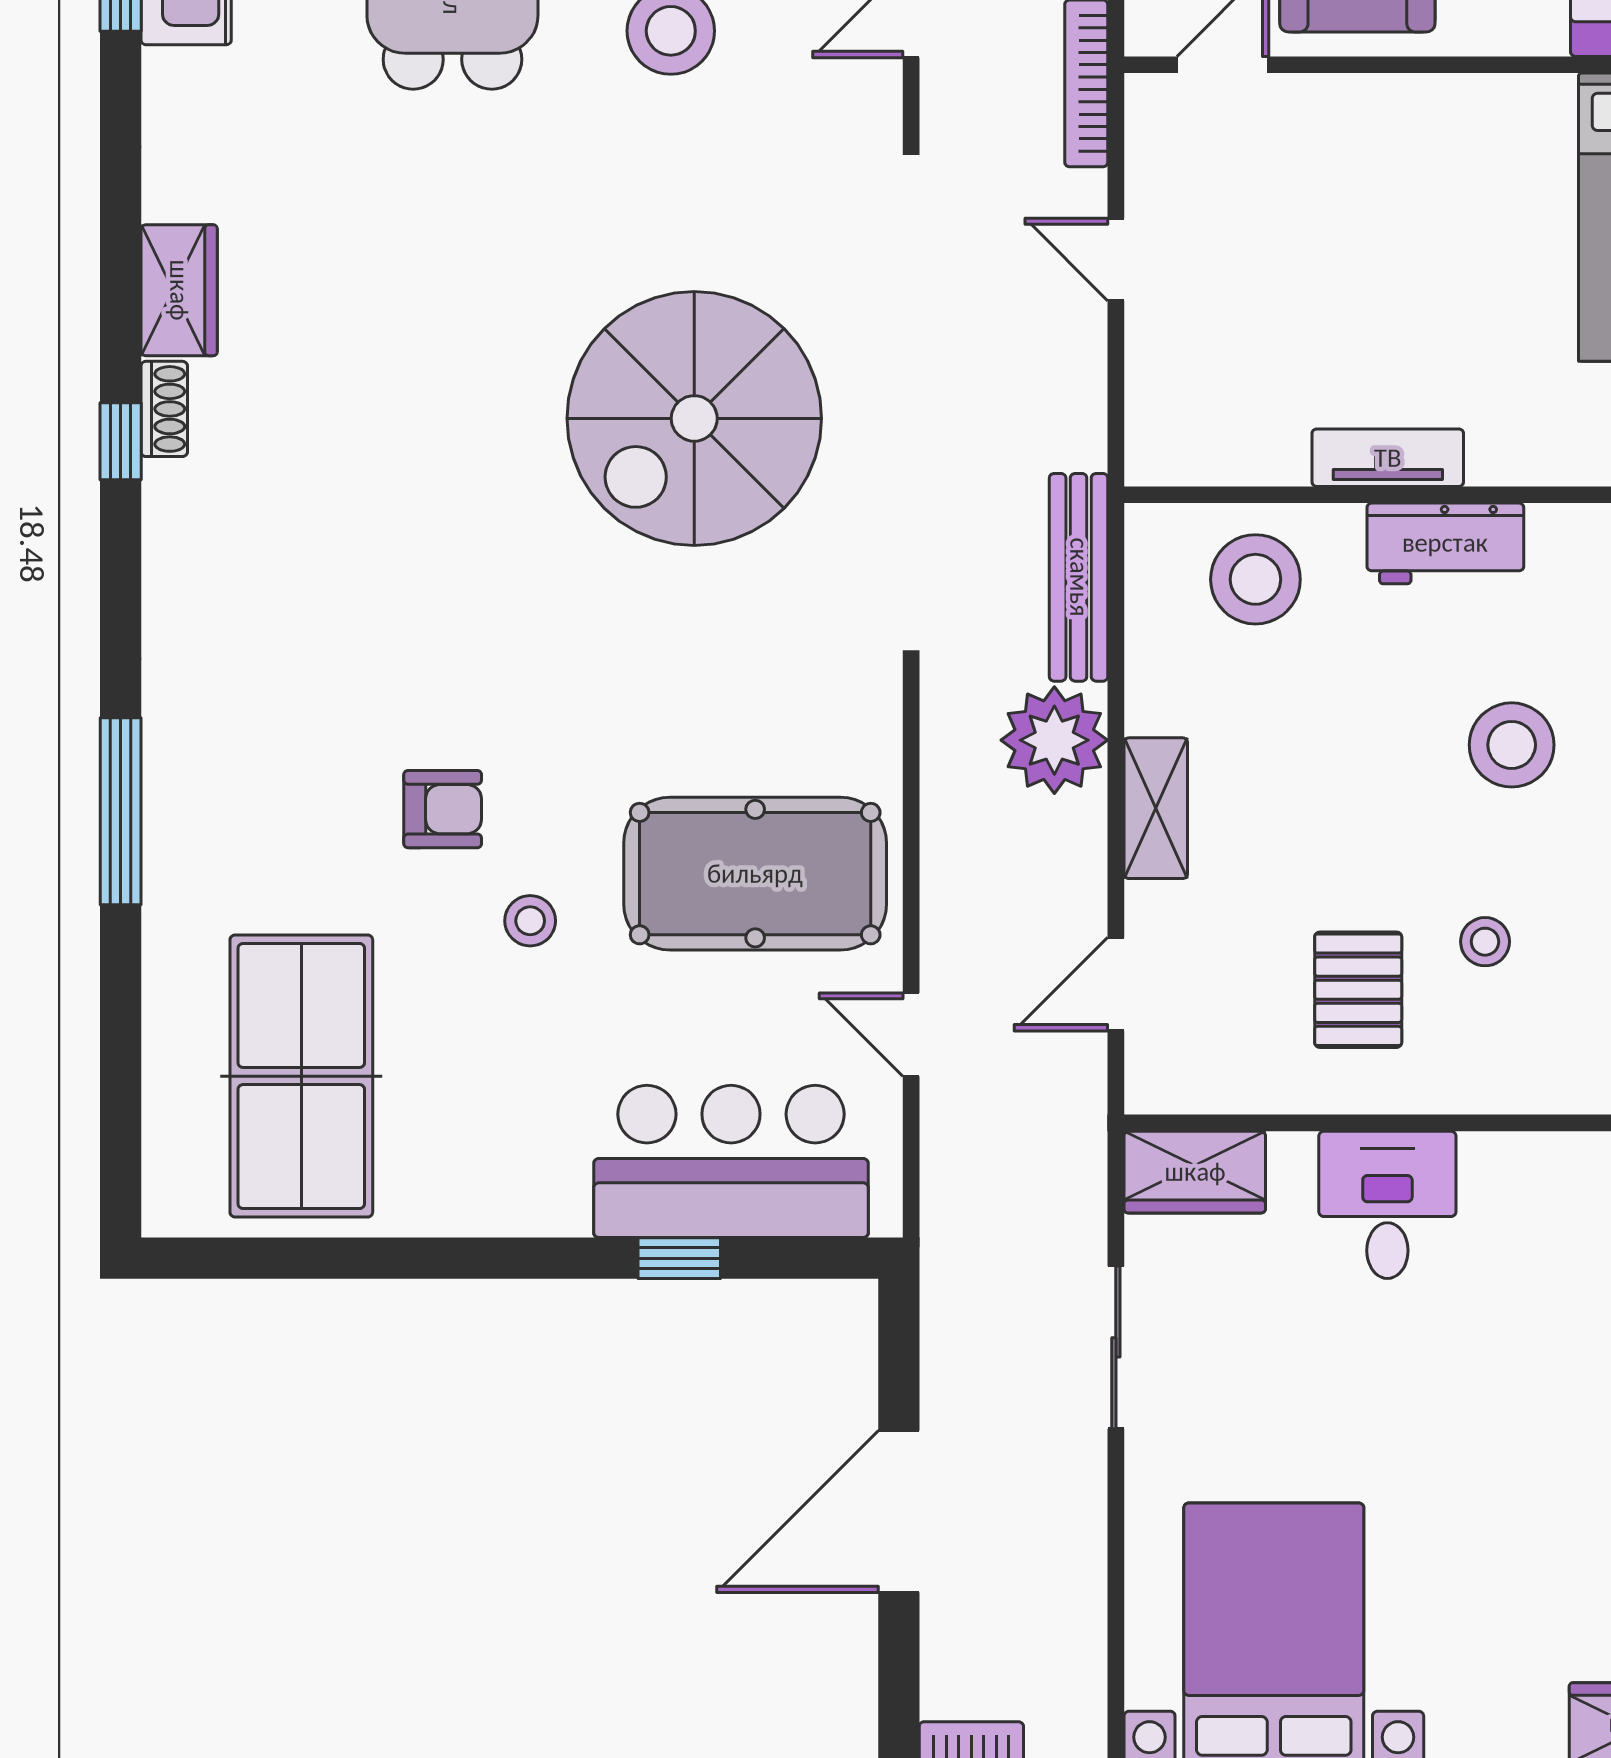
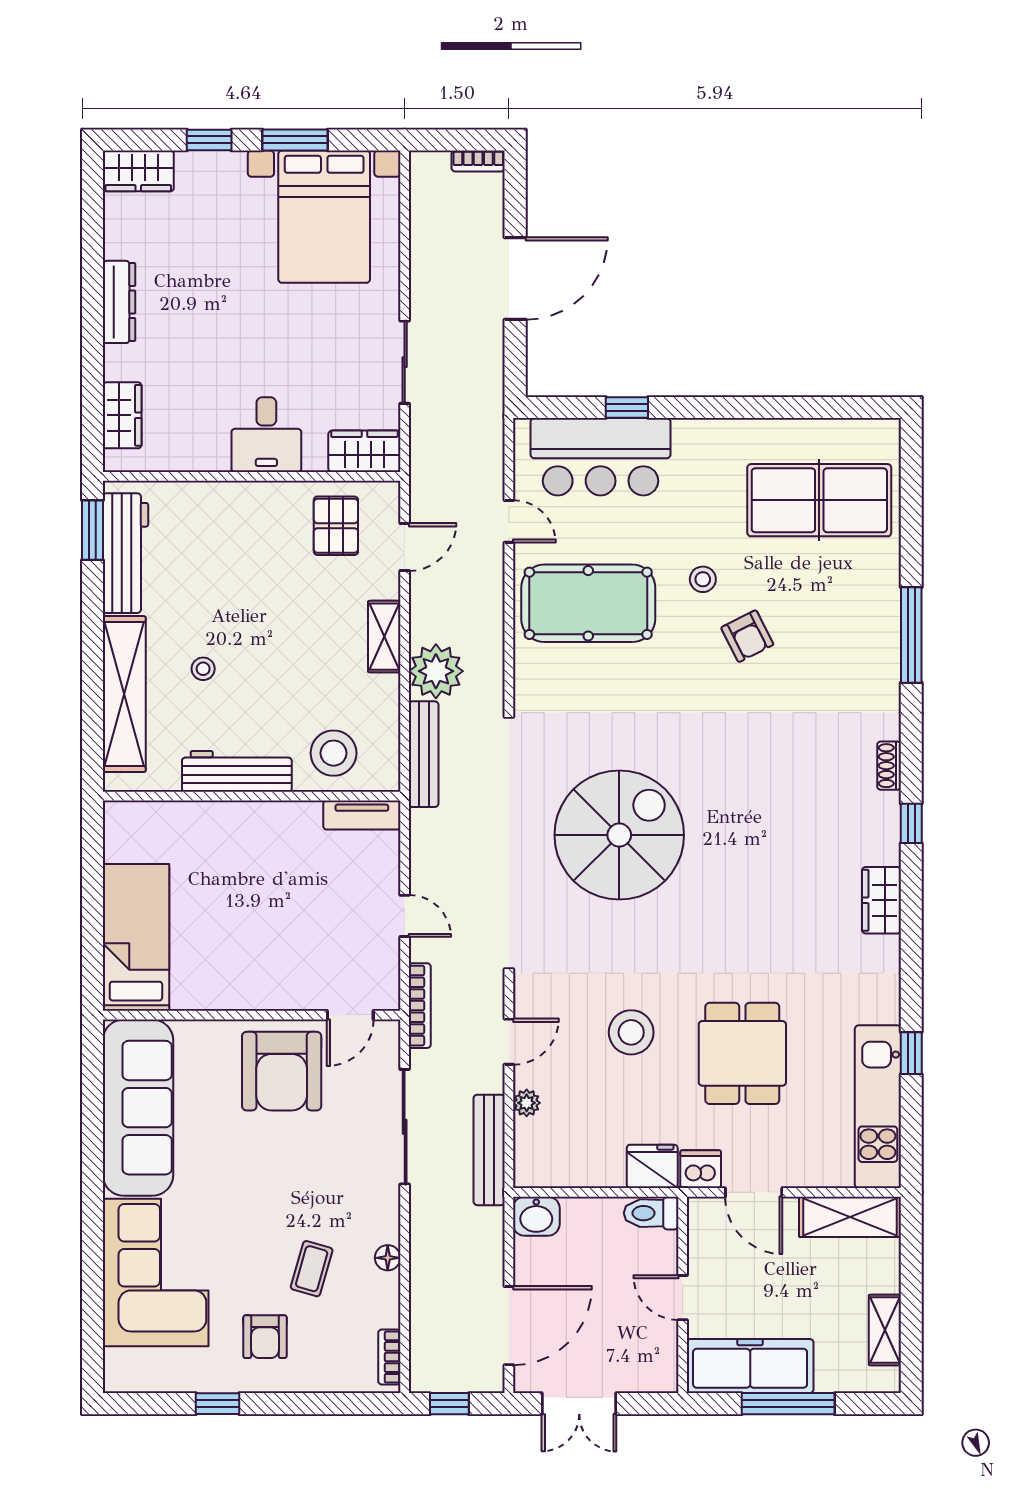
shoe rack: (164, 409) -> (889, 766), moved
tv unit: (1388, 458) -> (362, 815), moved
workbench: (1445, 543) -> (237, 771), width x1.38
stool: (1512, 745) -> (203, 669), width x0.53, depth x0.53
armchair: (443, 809) -> (747, 636), turned -117
stool: (1485, 942) -> (217, 569), removed
pallet: (1358, 990) -> (336, 526), moved
table tennis table: (301, 1076) -> (819, 500), turned 90

